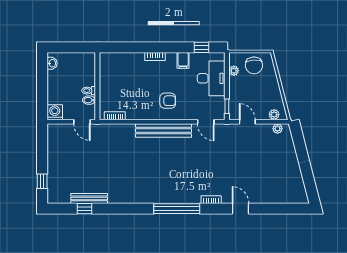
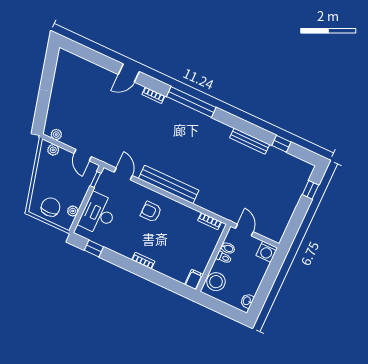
filing cabinet: (183, 60) -> (194, 279), moved
stool: (86, 67) -> (216, 282), added
bench: (89, 198) -> (250, 141), moved
door: (241, 209) -> (129, 73), hinge flipped

